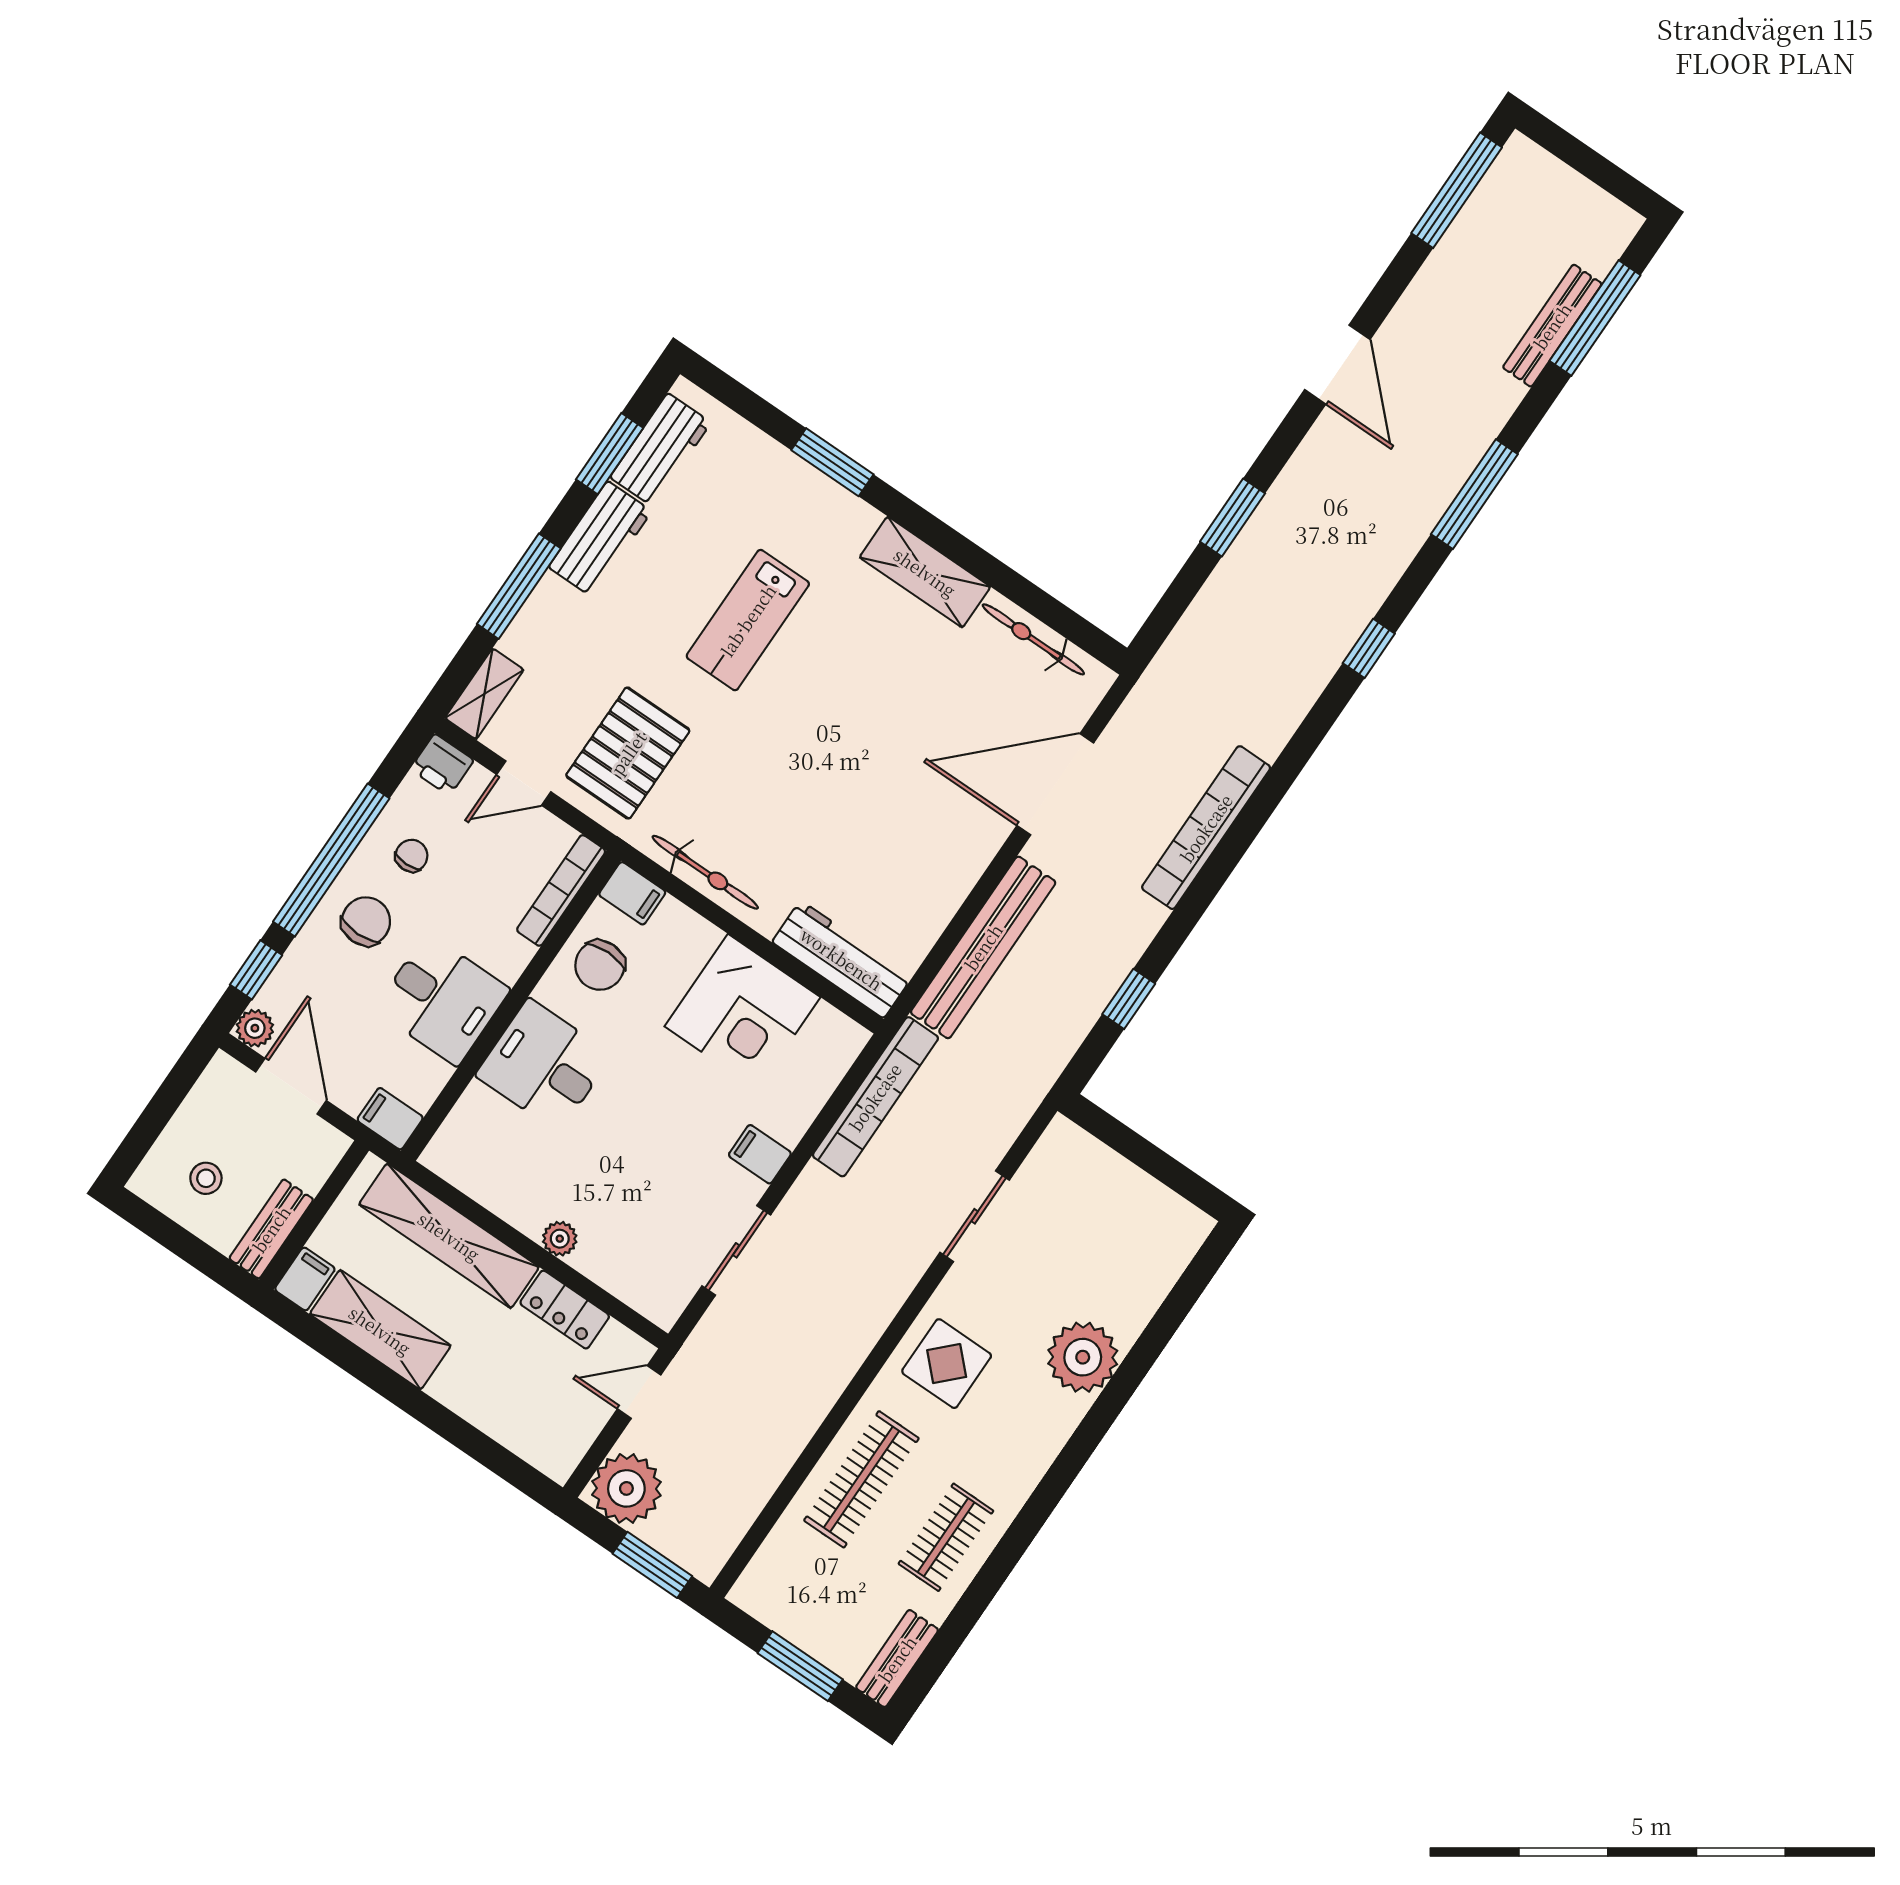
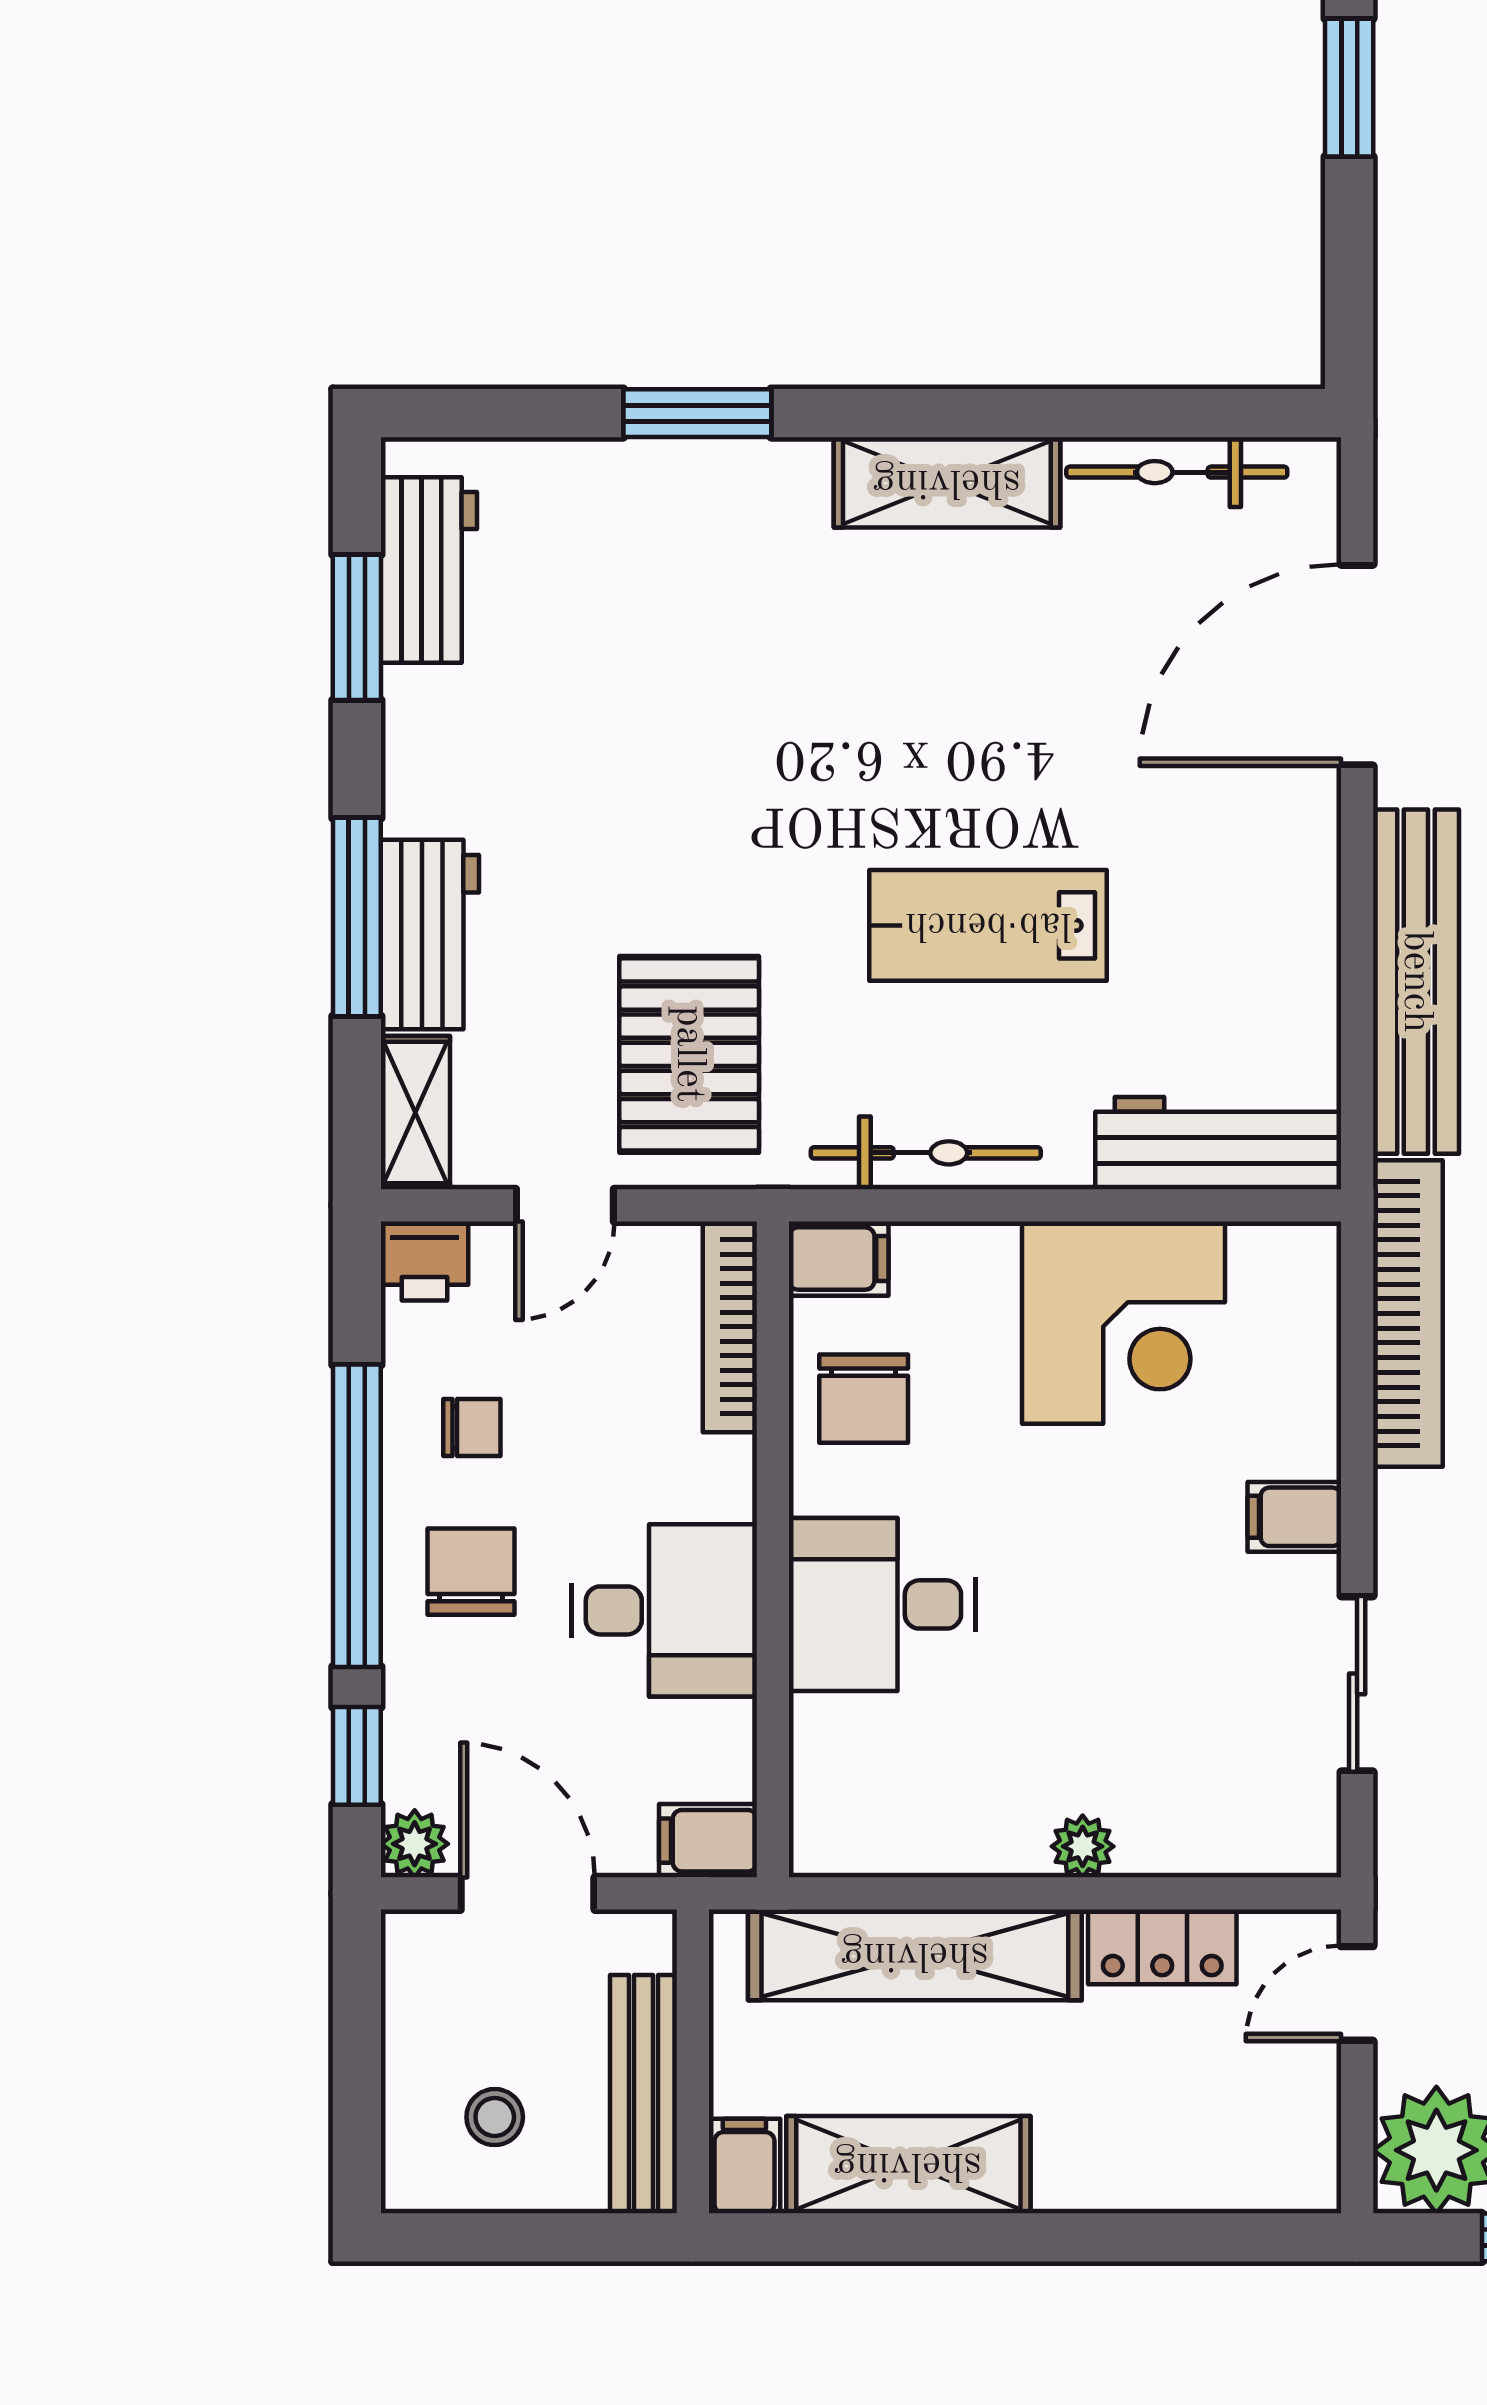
workbench: (600, 539) -> (430, 935), moved
lab bench: (748, 620) -> (988, 925), moved, turned 90
chair: (412, 856) -> (472, 1428), turned 90
bench: (271, 1229) -> (644, 2094), width x1.36

